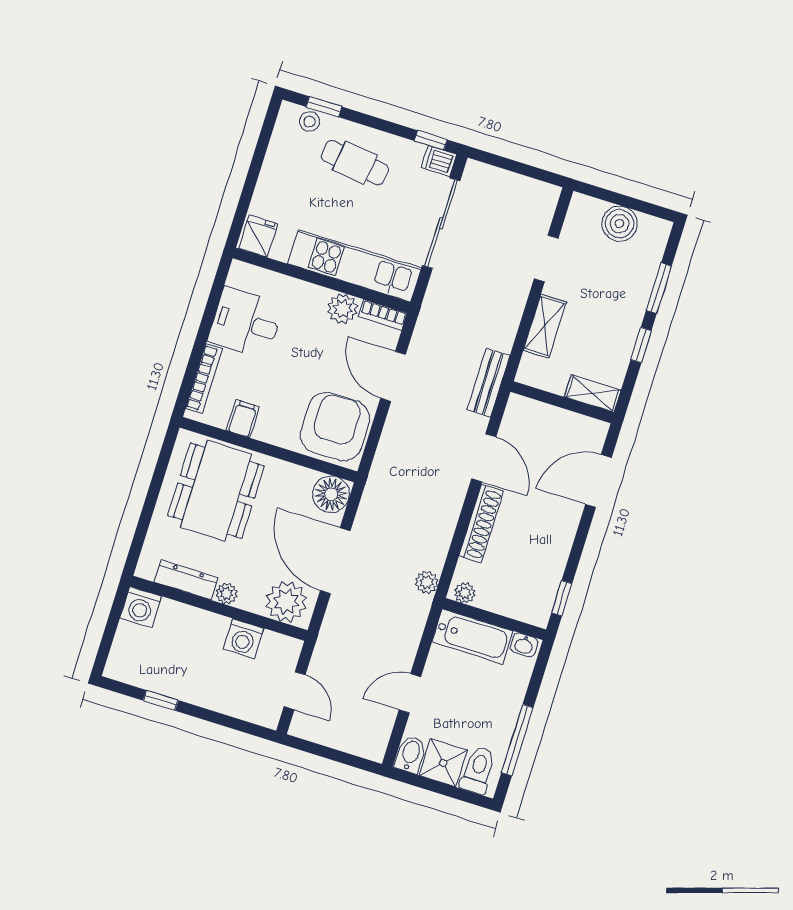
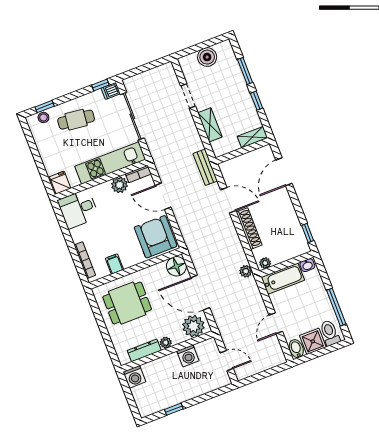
desk: (246, 323) -> (78, 209), moved
dining table: (216, 491) -> (127, 303), width x0.73

